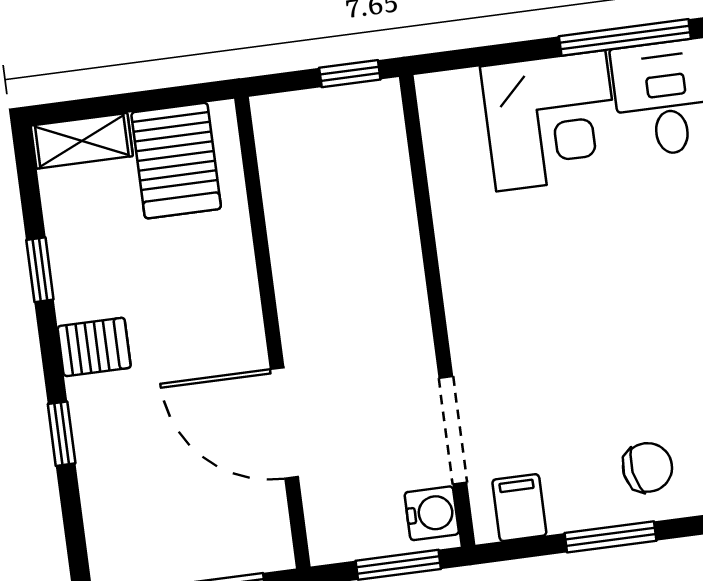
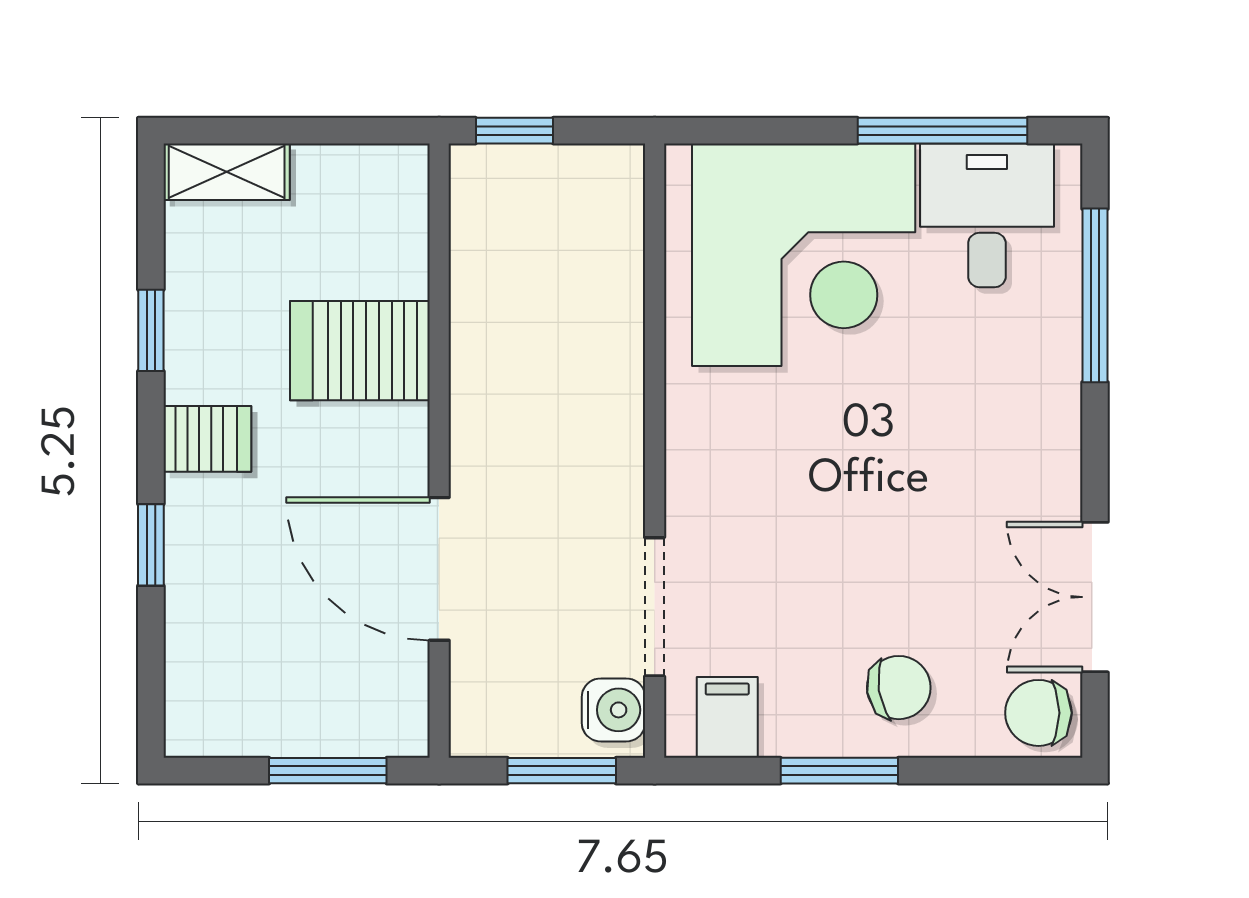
window: (350, 74) -> (514, 131), moved
corner desk: (551, 121) -> (804, 255), width x1.36, depth x1.36
server rack: (176, 161) -> (360, 351), moved, turned 90

